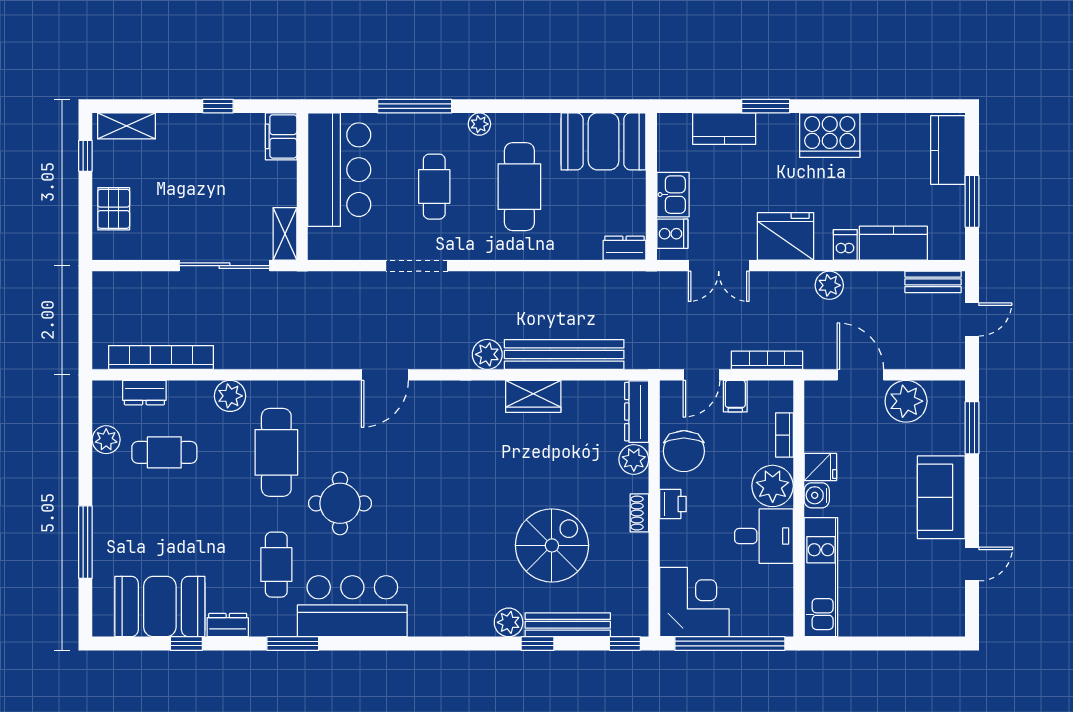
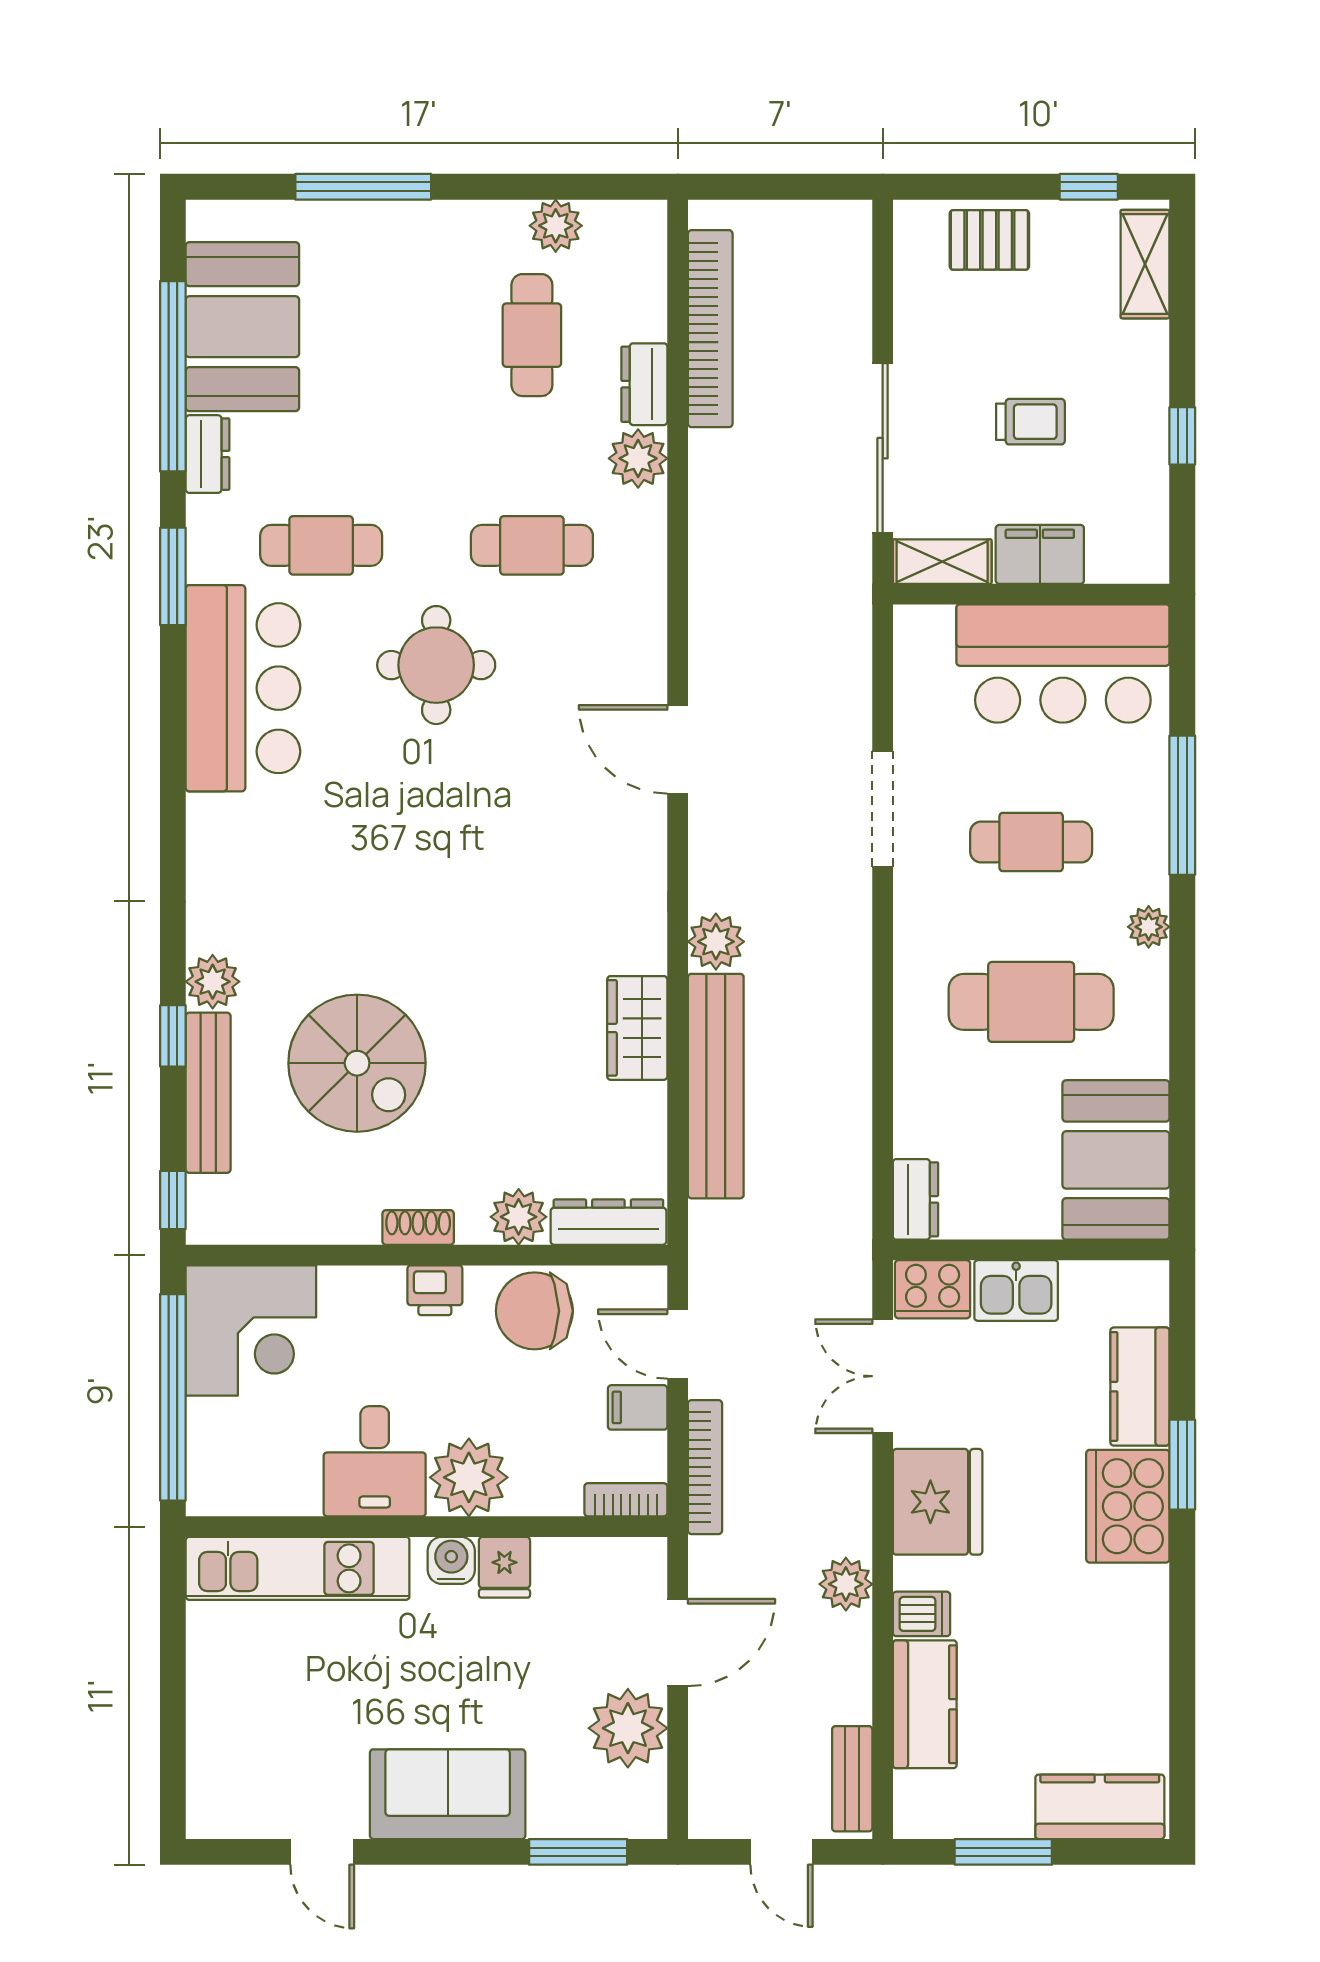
cooker: (830, 135) -> (1128, 1506), moved
filing cabinet: (281, 136) -> (1040, 554), moved
trolley: (210, 187) -> (1030, 422), added
cooker: (672, 234) -> (933, 1289), width x1.36
dresser: (144, 393) -> (644, 384), moved
bookcase: (784, 435) -> (626, 1500), moved
cafe table: (276, 452) -> (532, 545), width x0.73, depth x0.74
window: (186, 644) -> (173, 376), width x3.17

